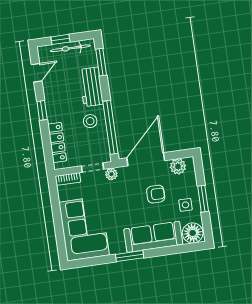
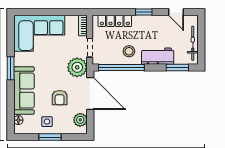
window: (60, 39) -> (201, 36), removed
plant: (111, 174) -> (77, 67), width x1.88, depth x1.88
floor lamp: (193, 233) -> (18, 120), width x0.53, depth x0.53

